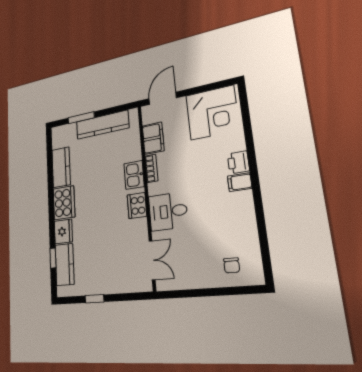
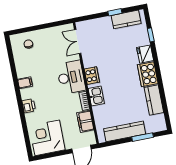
filing cabinet: (240, 182) -> (25, 83), moved
desk: (168, 211) -> (71, 77), width x1.37
kitchen counter: (65, 265) -> (126, 19), moved, turned -90

